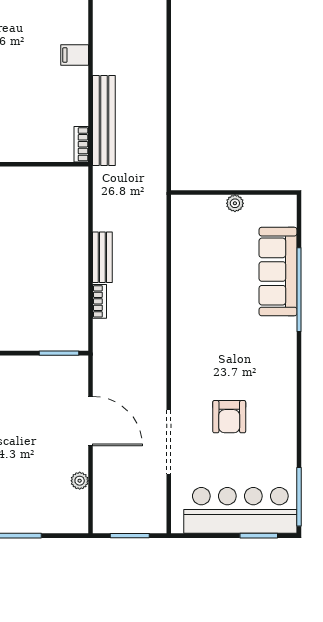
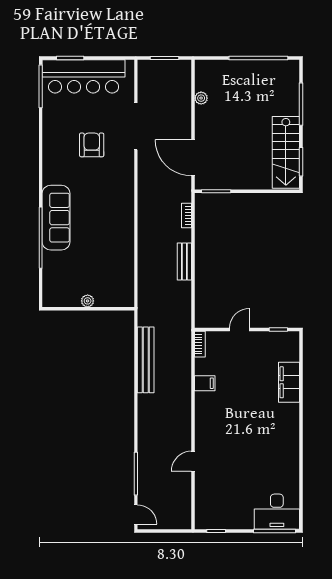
filing cabinet: (75, 55) -> (205, 383), moved
bench: (104, 120) -> (146, 360), moved
door: (27, 164) -> (239, 329), added
sofa: (278, 272) -> (56, 218), moved
bookcase: (100, 301) -> (187, 215), moved
door: (91, 421) -> (193, 158), moved

